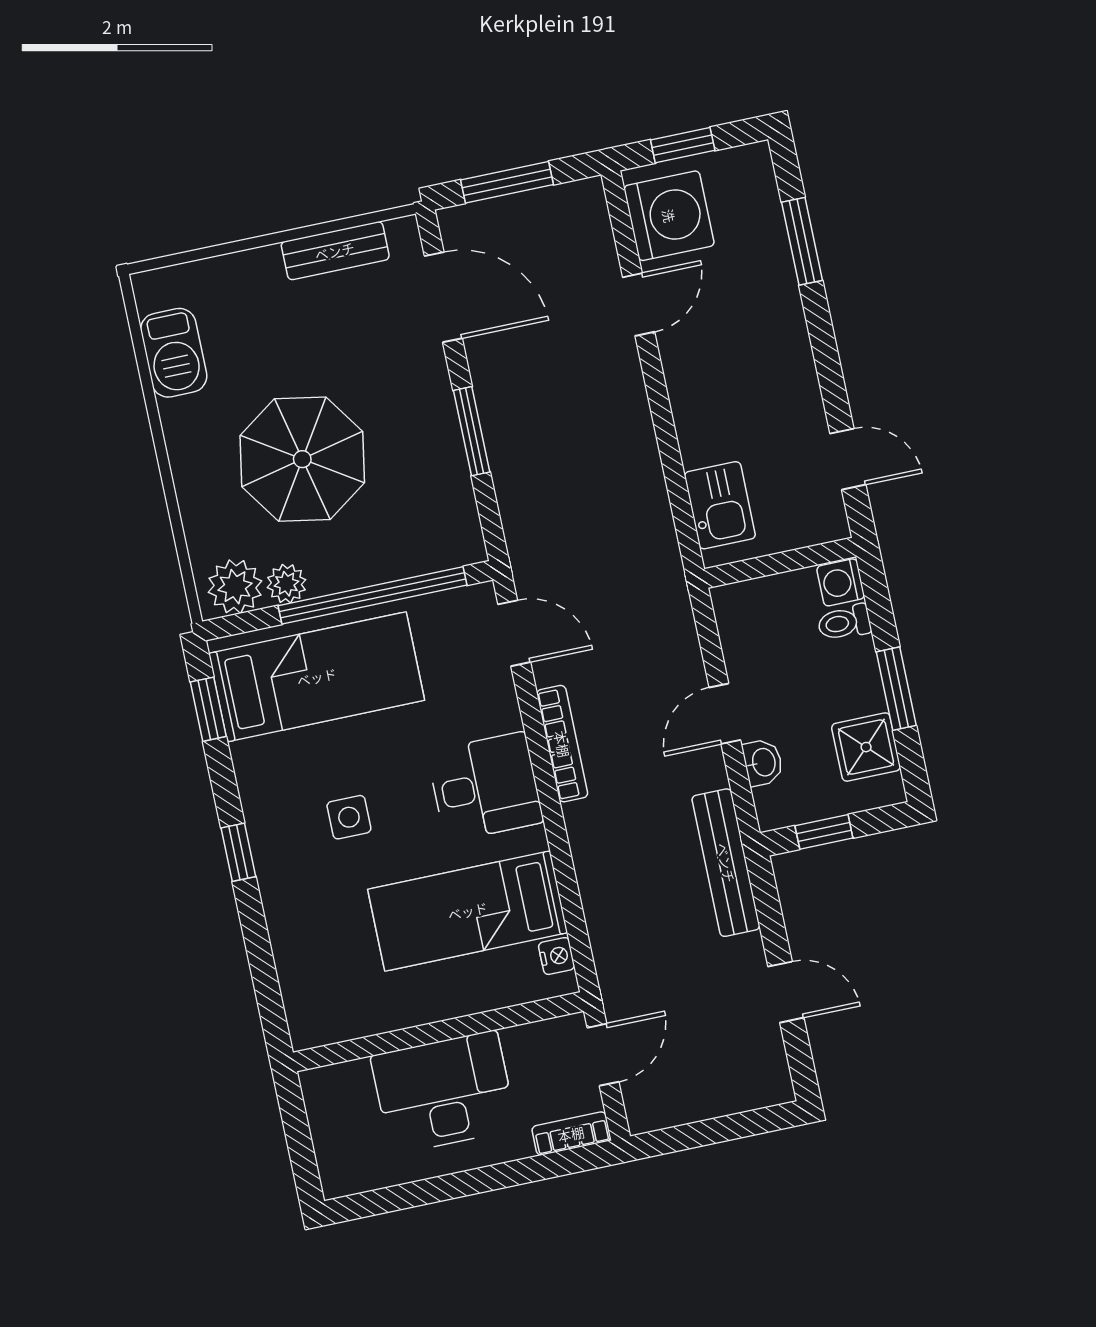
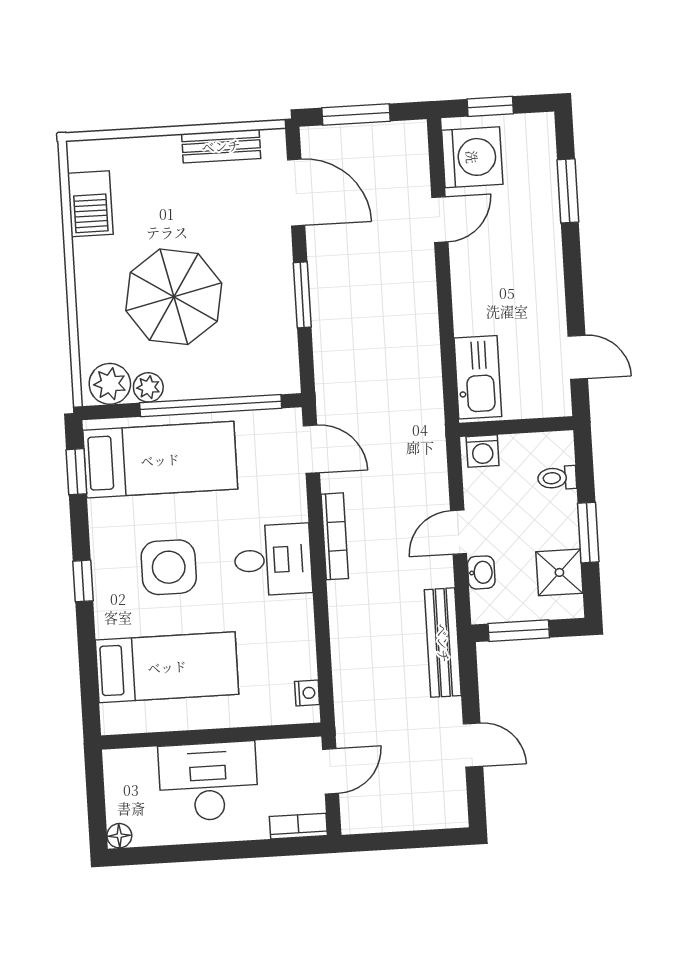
kitchen sink: (720, 505) -> (478, 377), width x1.38
washing machine: (841, 582) -> (483, 451), moved, turned -90
side table: (349, 817) -> (169, 567), width x1.87, depth x1.87
window: (824, 832) -> (519, 631), width x1.50
bed: (468, 911) -> (167, 667), moved, turned 180
floor lamp: (337, 1182) -> (119, 836), added

